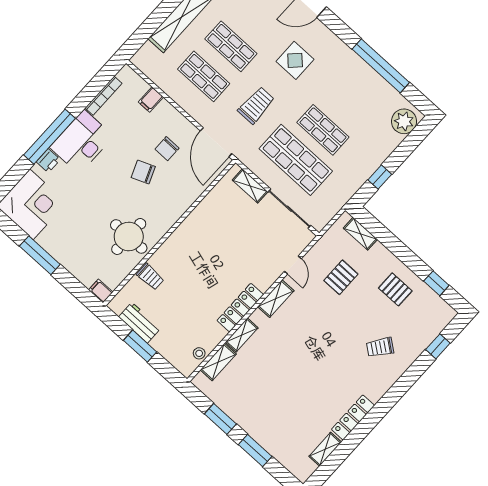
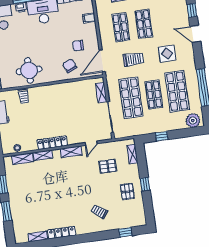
shop shelf: (350, 100) -> (177, 91), added
chair: (143, 172) -> (70, 66), moved
window: (436, 283) -> (145, 184), moved

